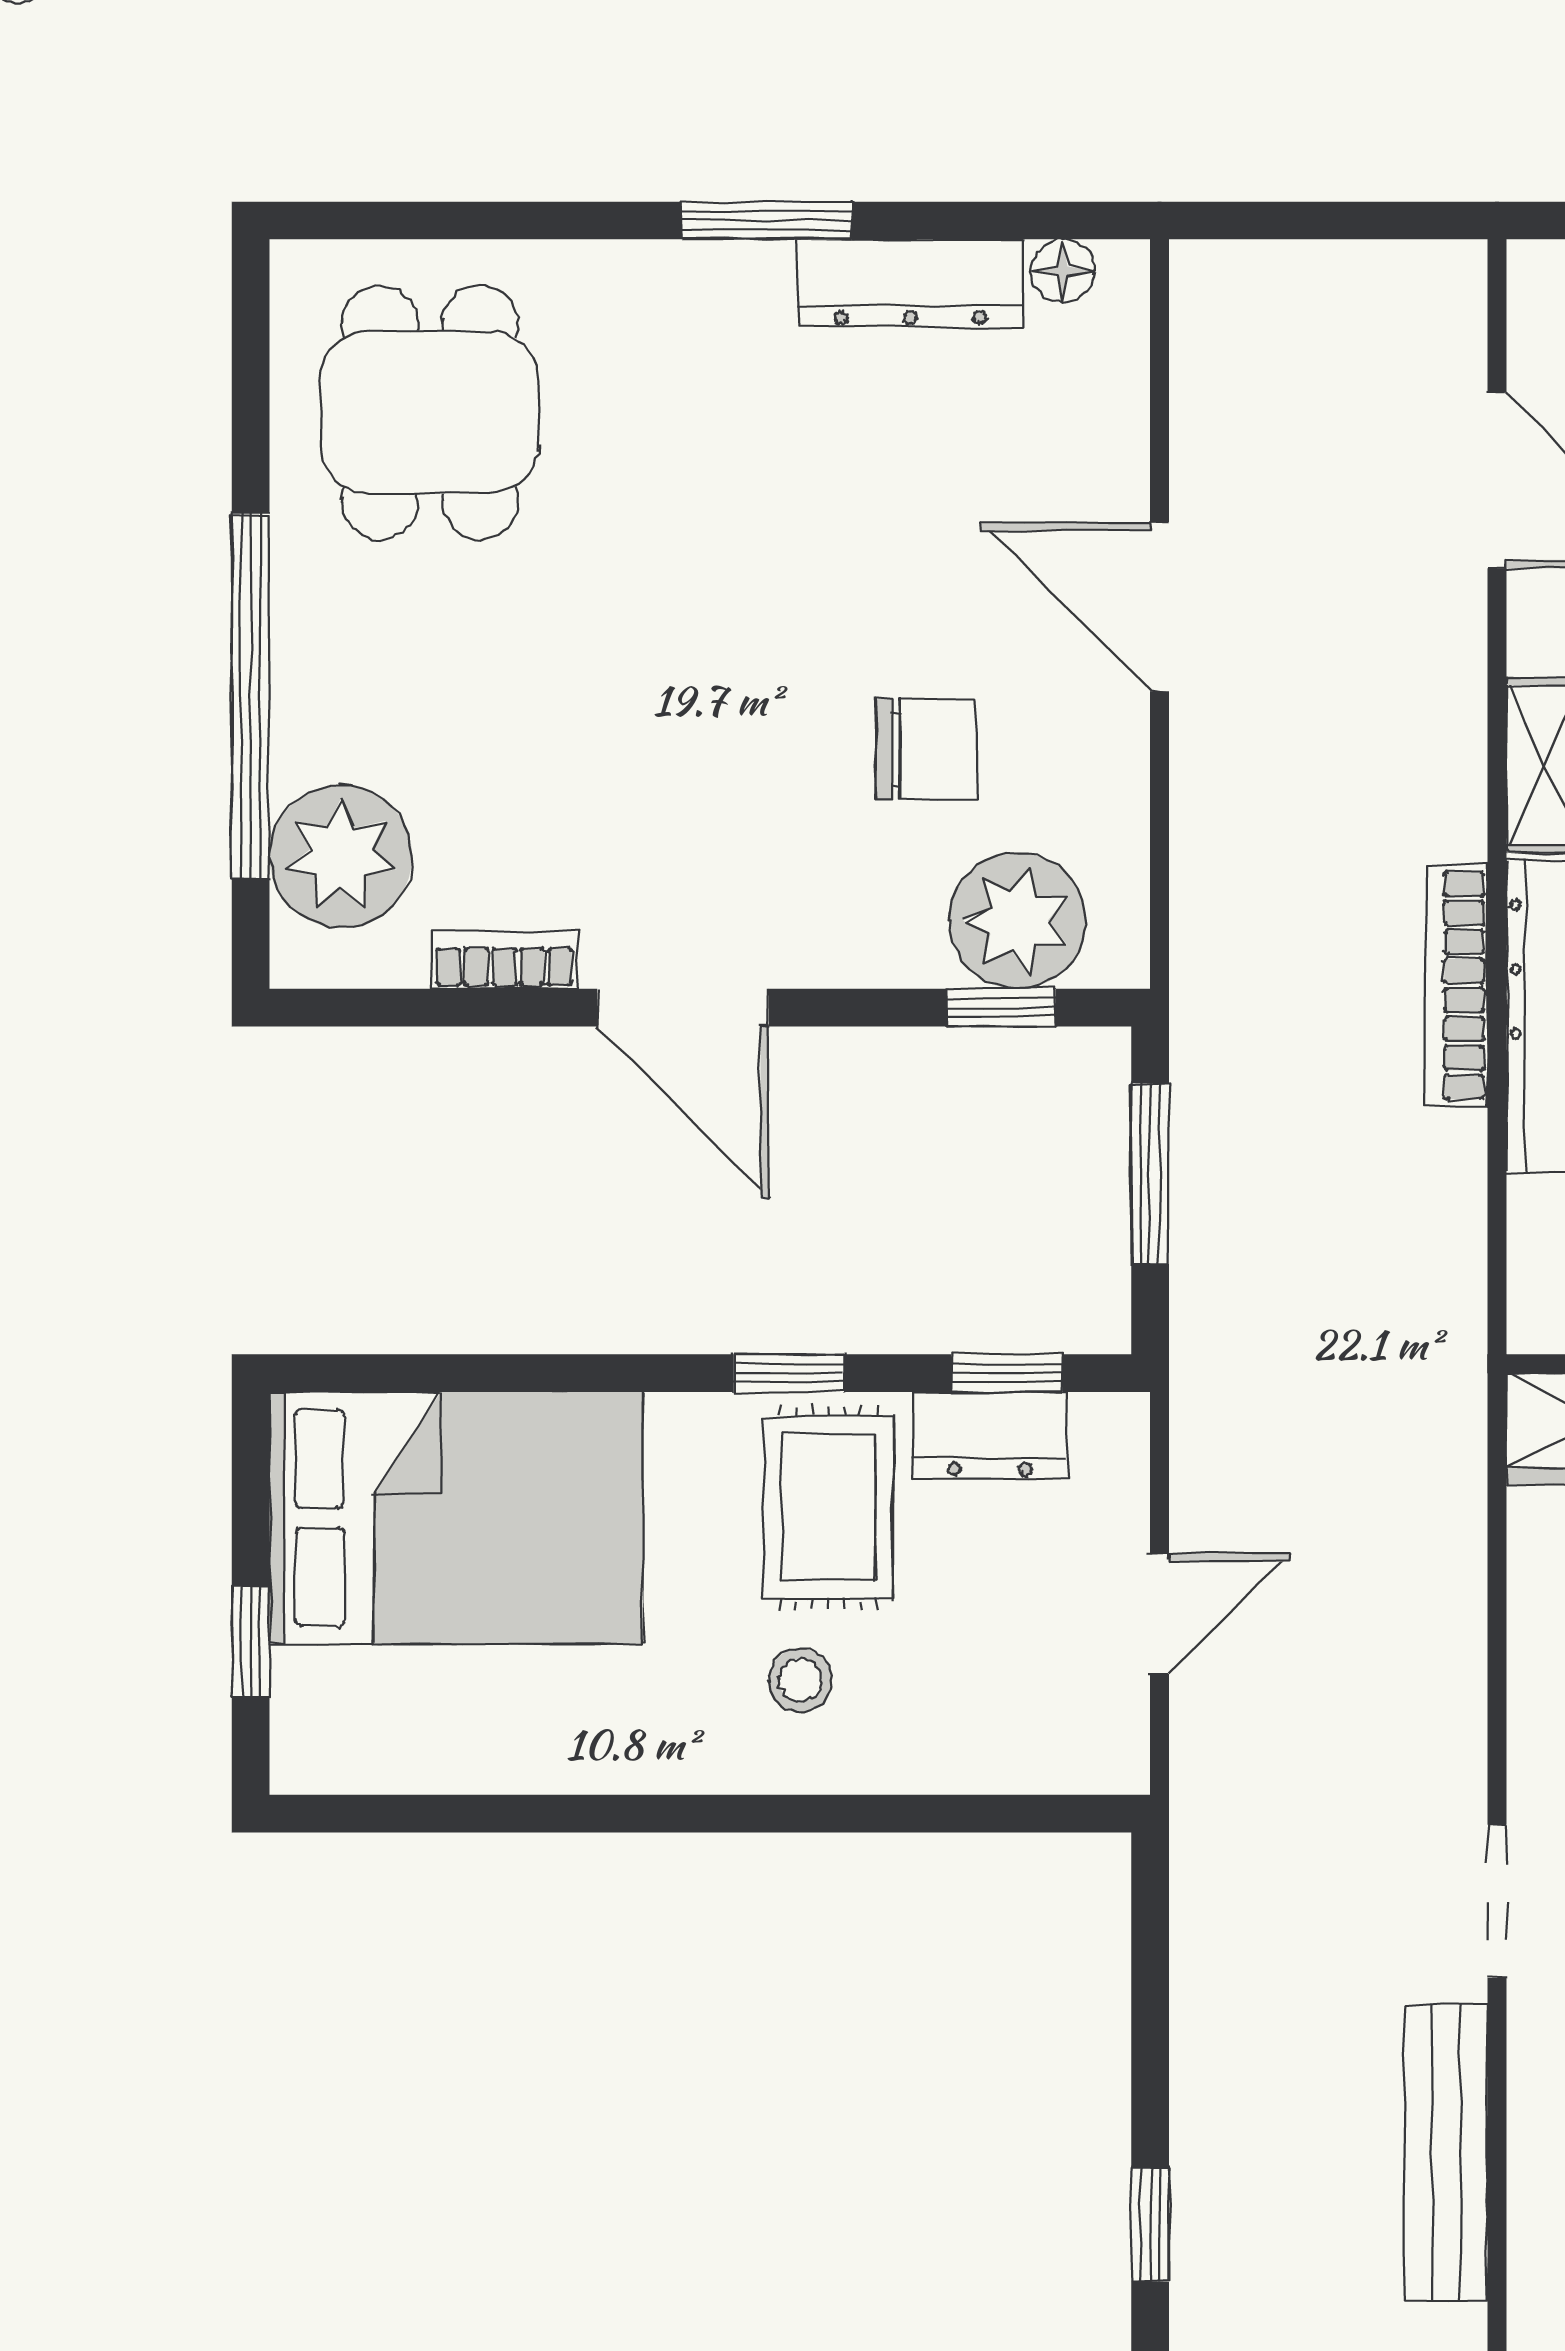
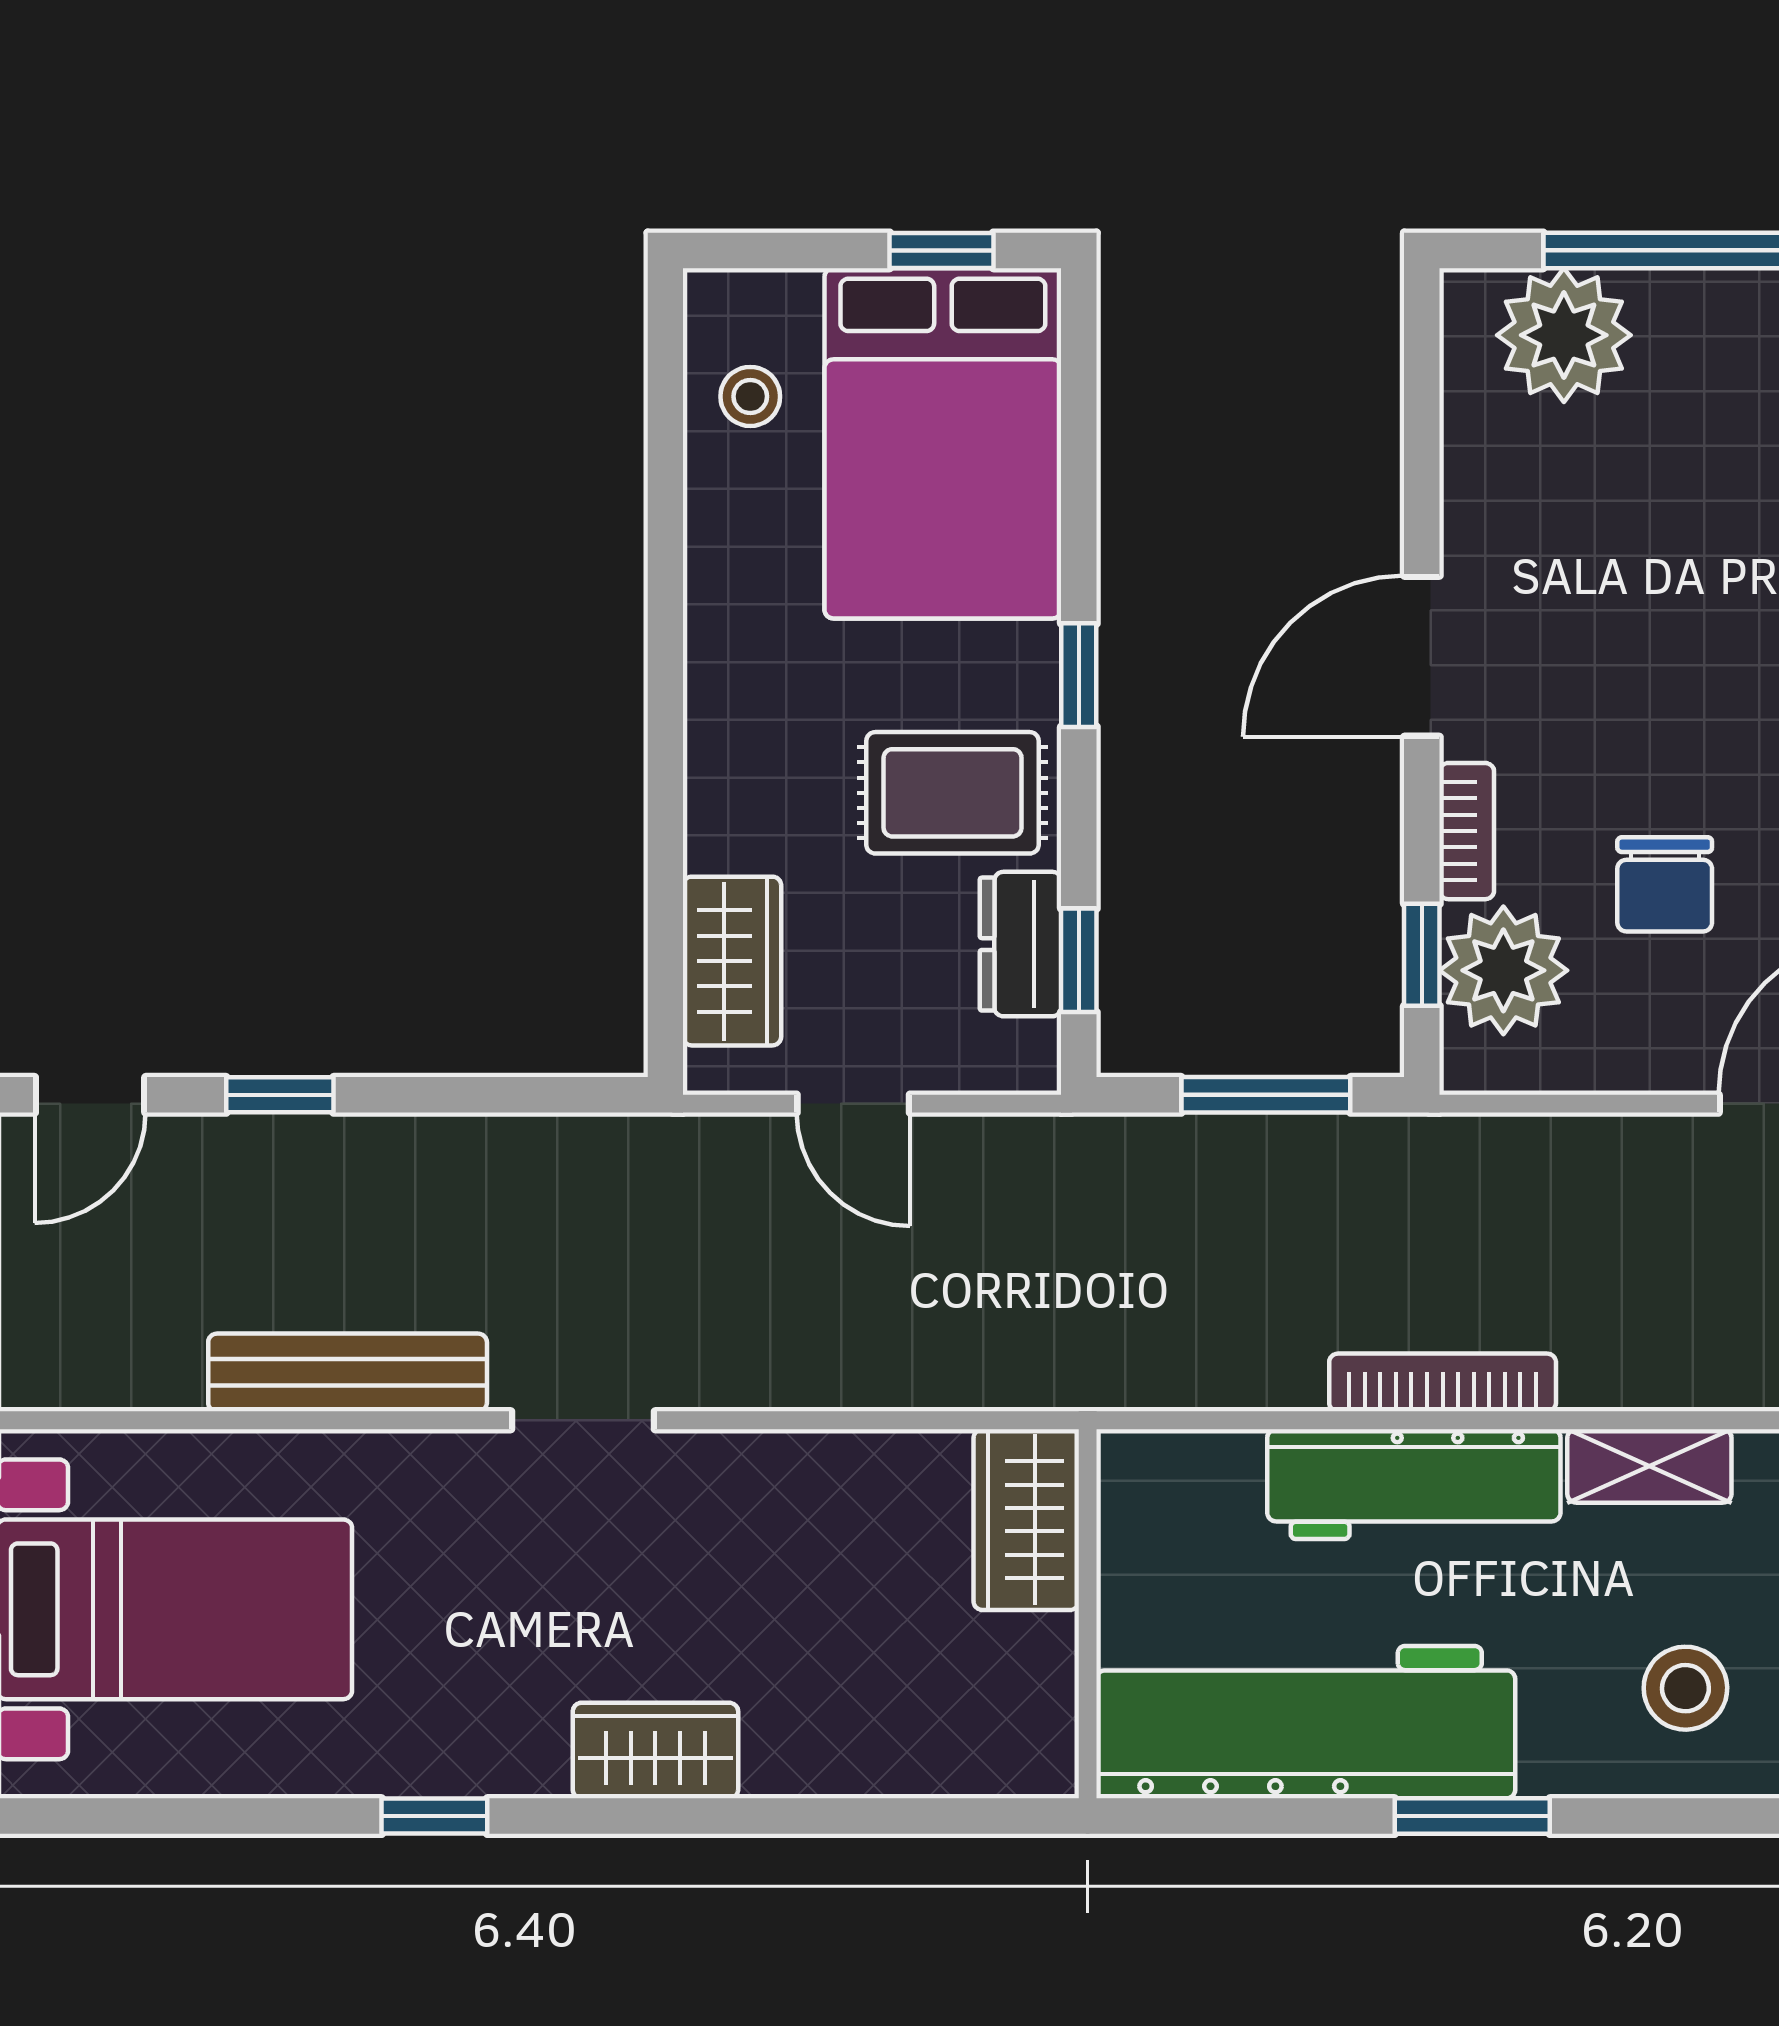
bookcase: (504, 960) -> (1467, 831), moved
window: (789, 1373) -> (1079, 675), moved
window: (251, 1641) -> (941, 250), moved
stool: (800, 1680) -> (750, 396), moved
wardrobe: (1008, 1743) -> (732, 961), added

